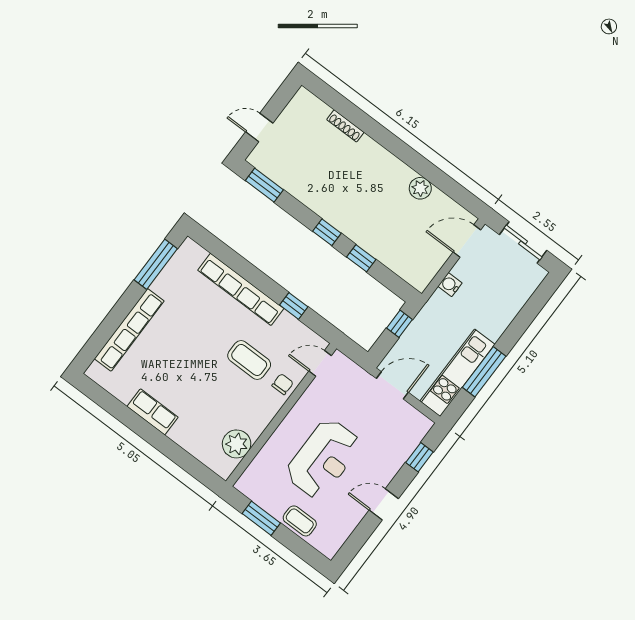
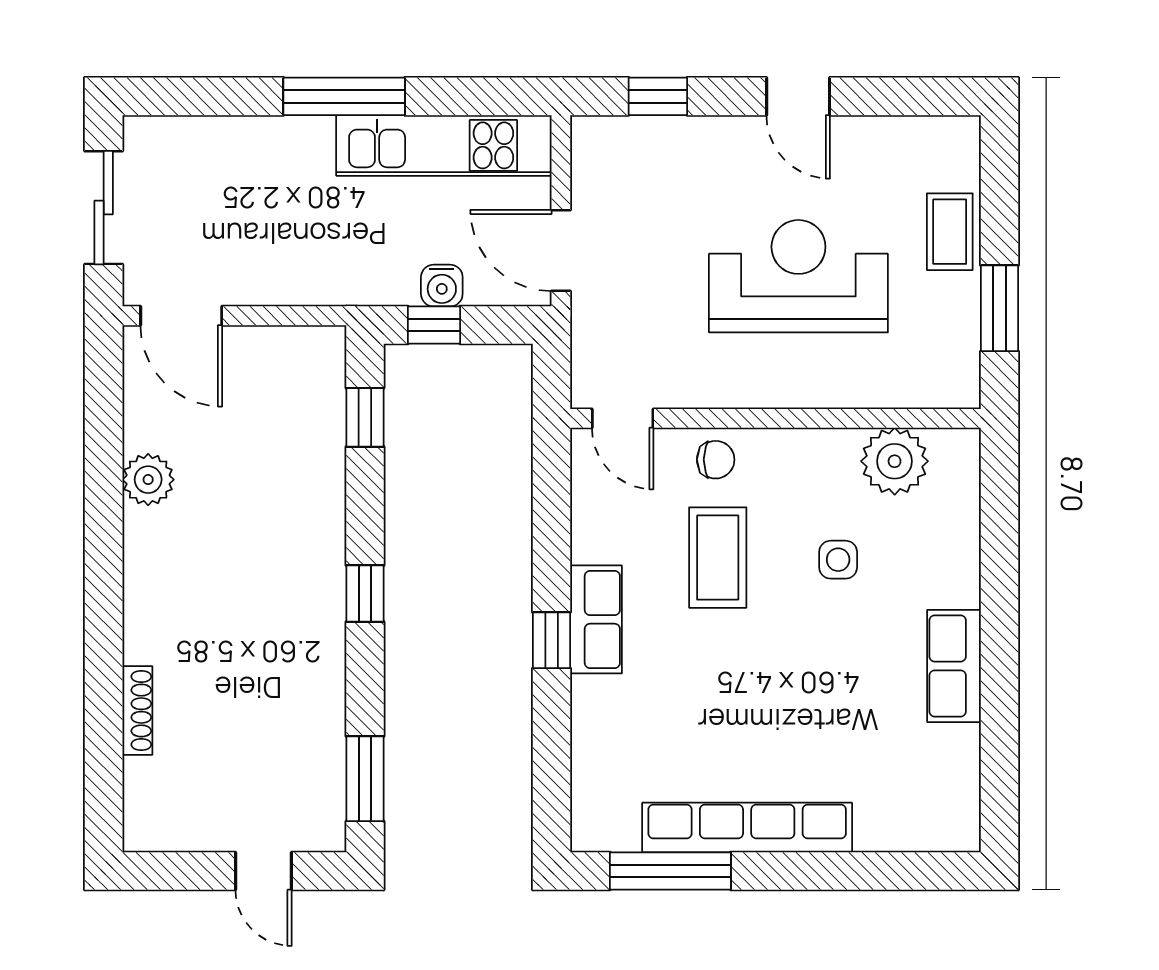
window: (361, 258) -> (365, 417), moved
water cooler: (450, 285) -> (442, 286), moved
row of seats: (241, 289) -> (596, 619), width x0.50
window: (294, 306) -> (552, 640), moved
row of seats: (129, 330) -> (747, 828), moved
window: (484, 372) -> (344, 96), moved
chair: (283, 384) -> (716, 460), turned 180
side table: (218, 400) -> (838, 560), added

